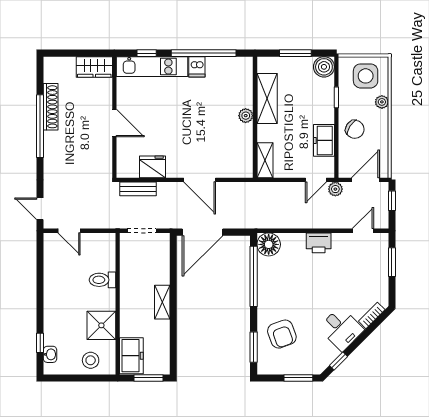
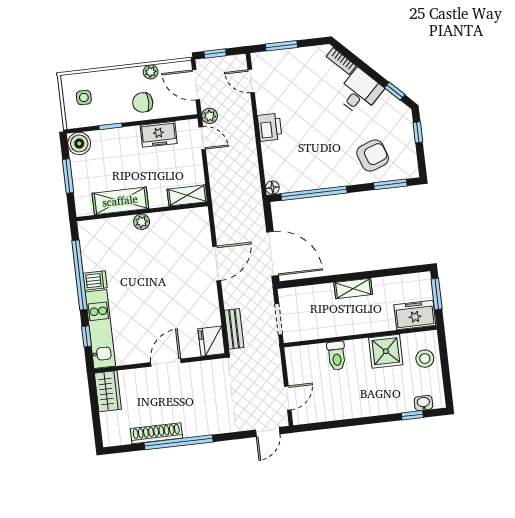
side table: (366, 76) -> (84, 97), width x0.54, depth x0.54
plant: (382, 102) -> (151, 72), moved
chair: (355, 129) -> (143, 102), turned -123
fridge: (152, 167) -> (211, 341), moved
floor lamp: (269, 244) -> (272, 188), width x0.53, depth x0.53
window: (298, 378) -> (418, 132), width x0.67

